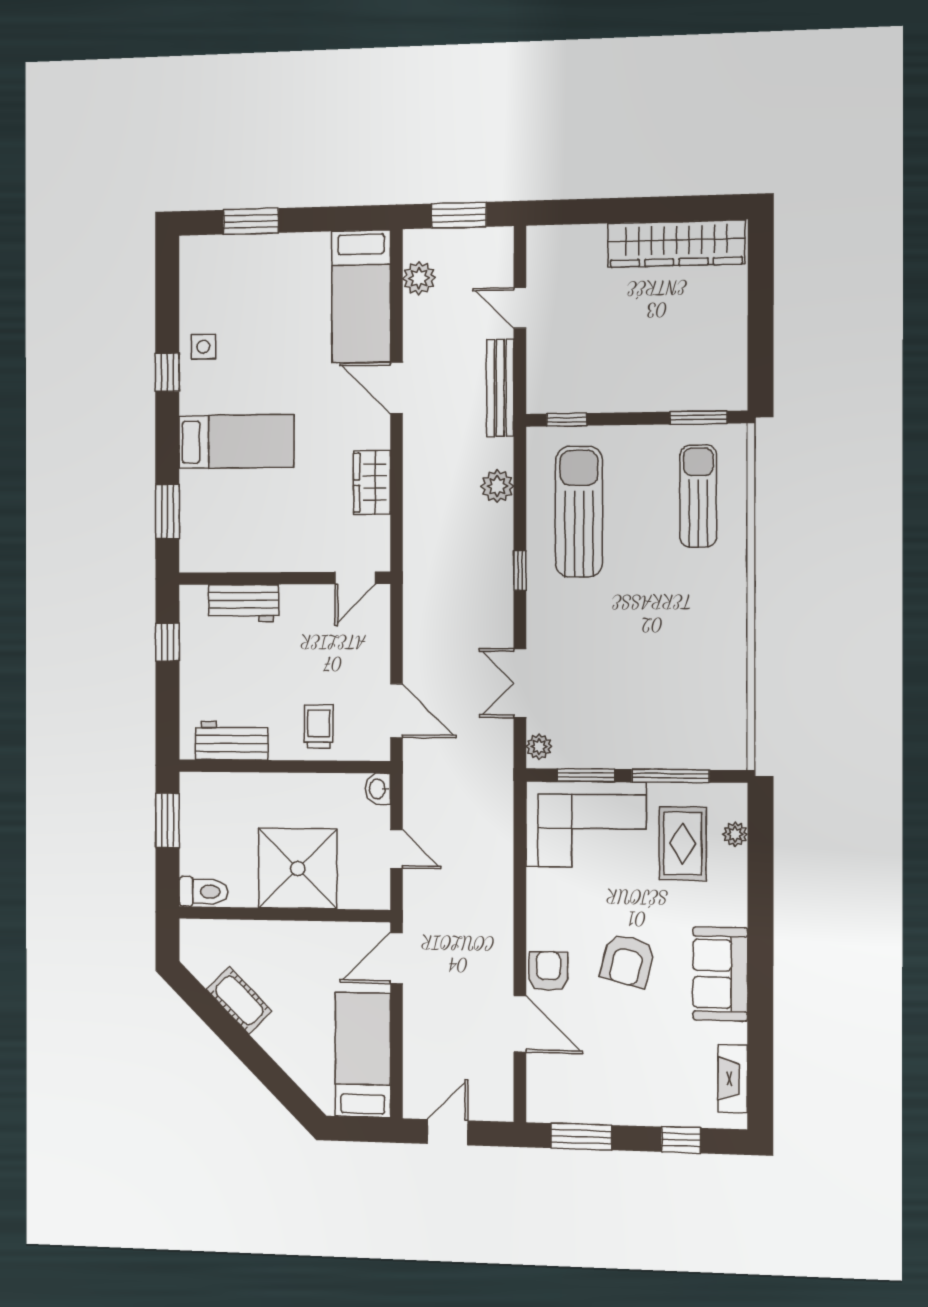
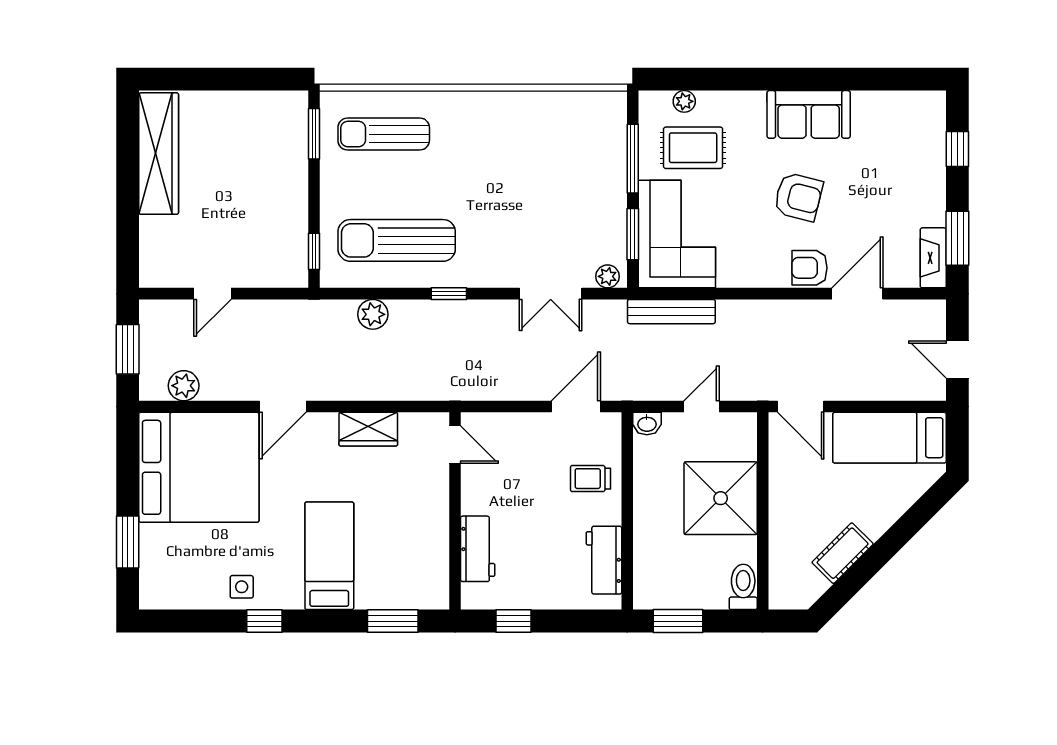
bed: (361, 296) -> (199, 467), width x2.04
bench: (500, 388) -> (671, 312), moved
fireplace: (733, 1079) -> (933, 258), moved, turned 90

